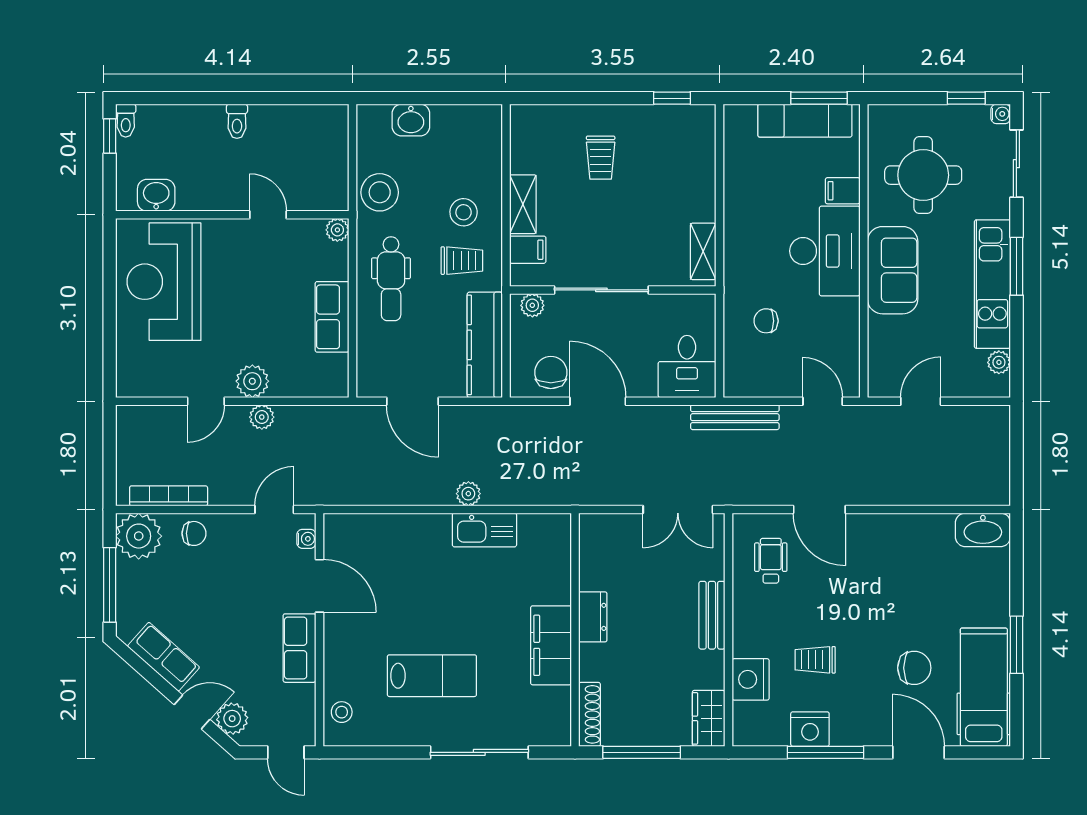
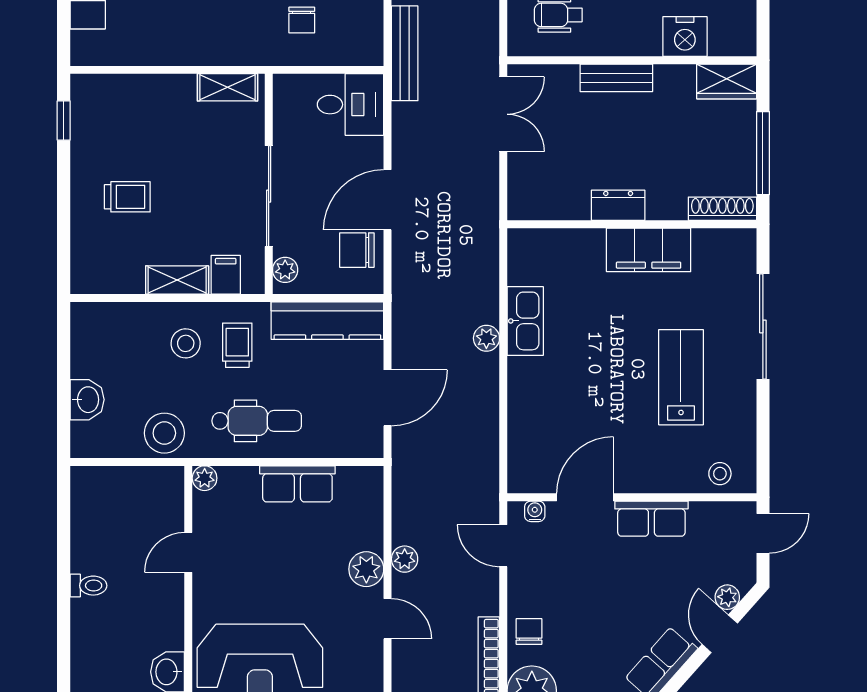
plant: (232, 719) -> (727, 597), width x0.73, depth x0.73

